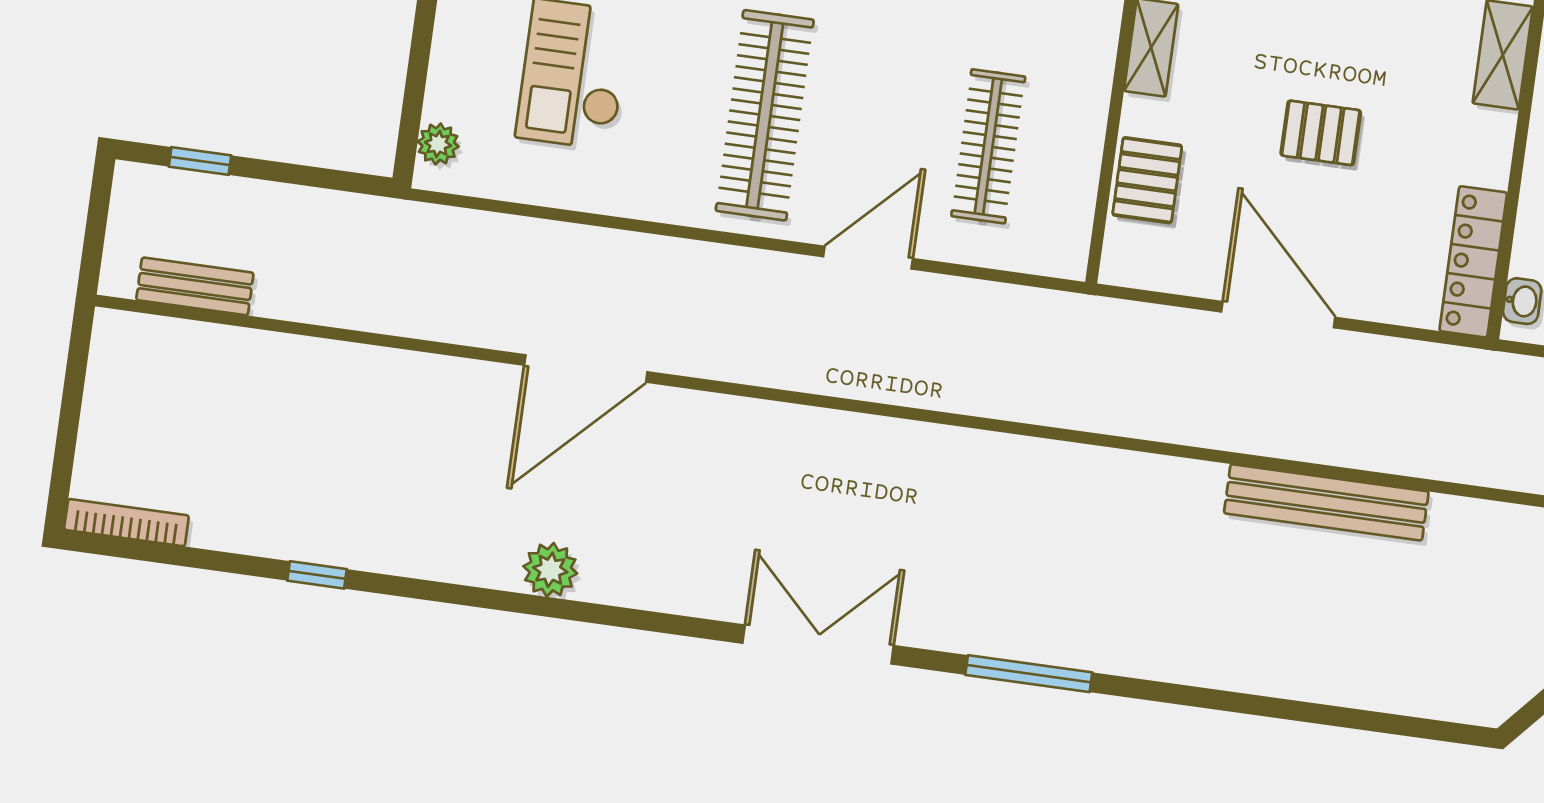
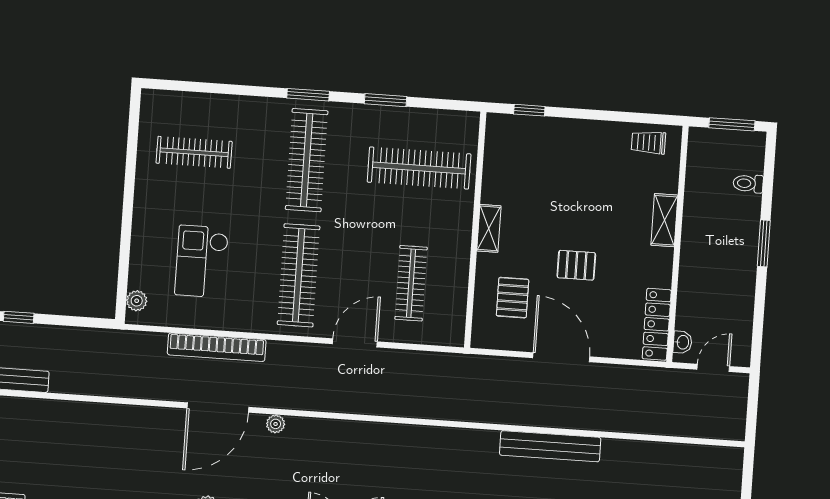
pallet: (1147, 180) -> (513, 298), moved
bookcase: (592, 248) -> (217, 347), added
plant: (699, 409) -> (276, 424), added
bench: (1326, 502) -> (550, 446), moved

